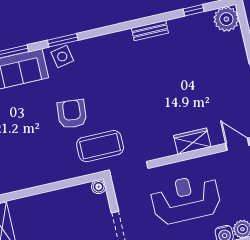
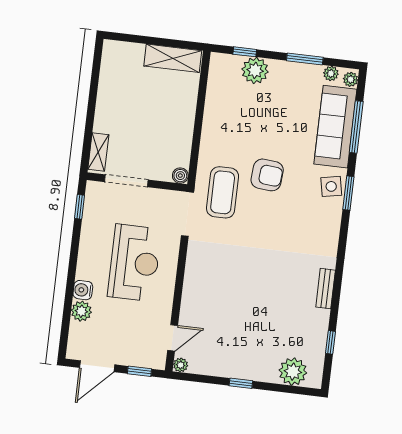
plant: (226, 19) -> (293, 372), moved
wardrobe: (192, 141) -> (193, 291), removed

